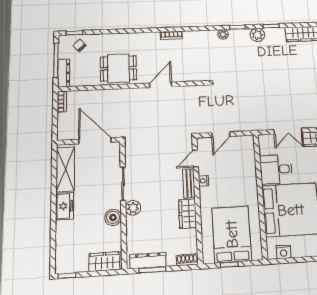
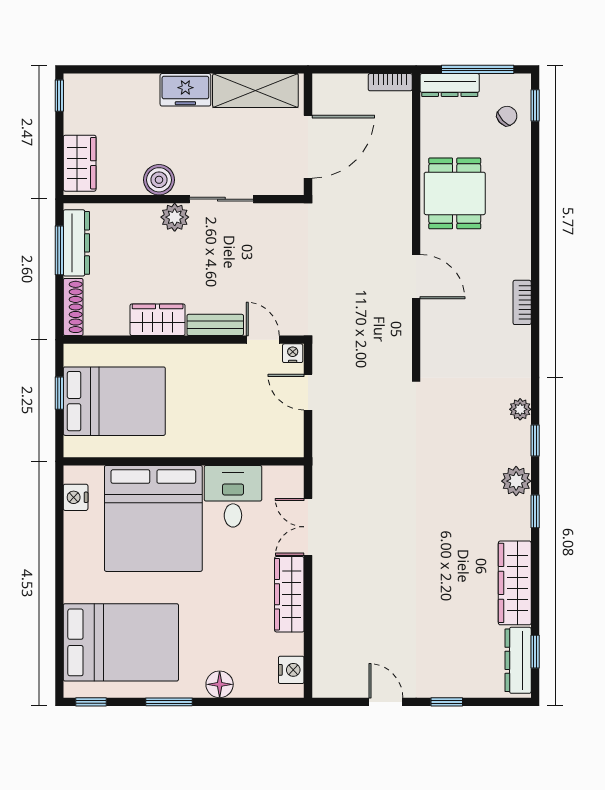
nightstand: (204, 181) -> (293, 353), moved
shoe rack: (187, 260) -> (73, 307), width x1.43

